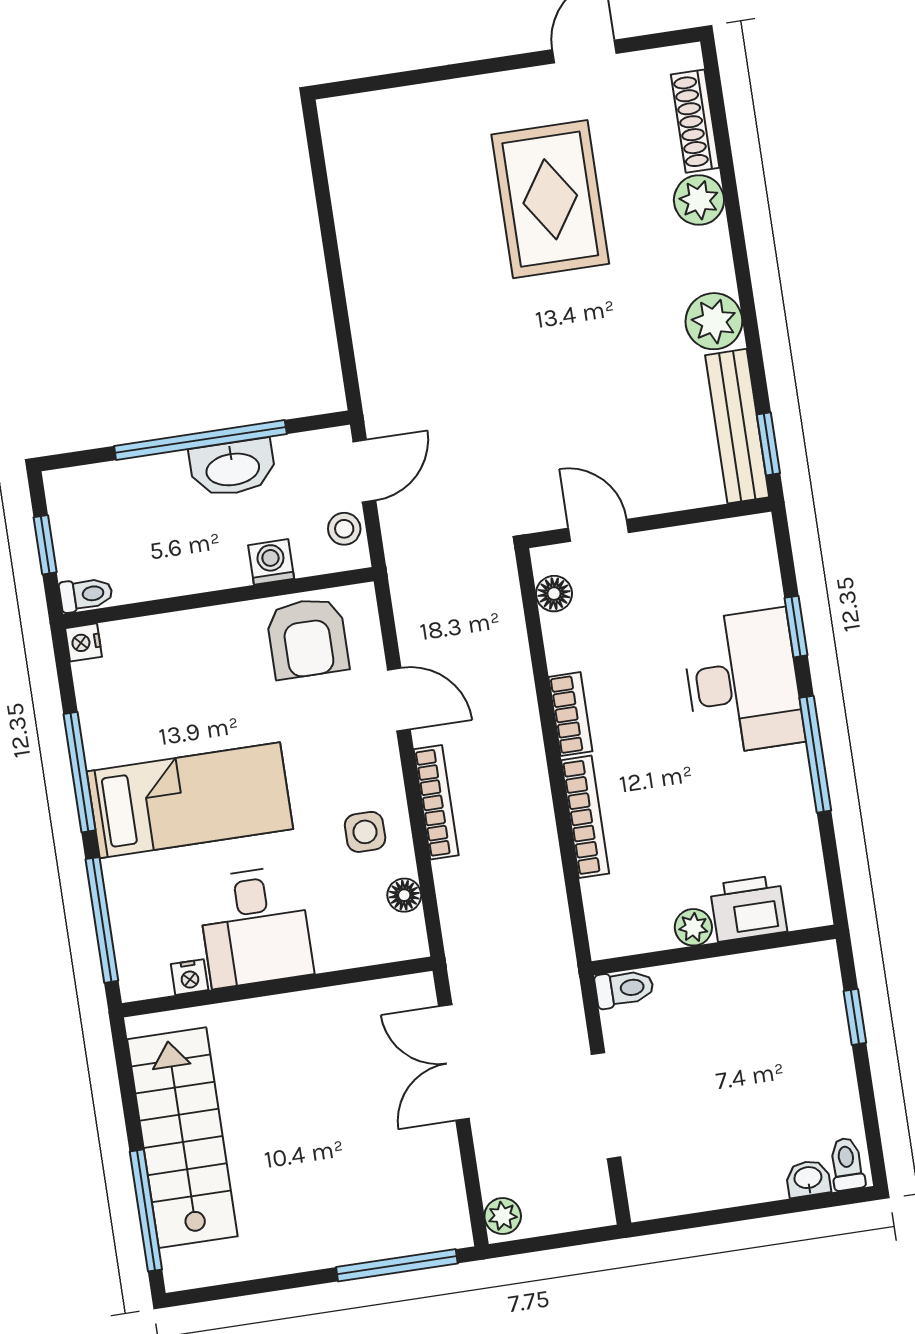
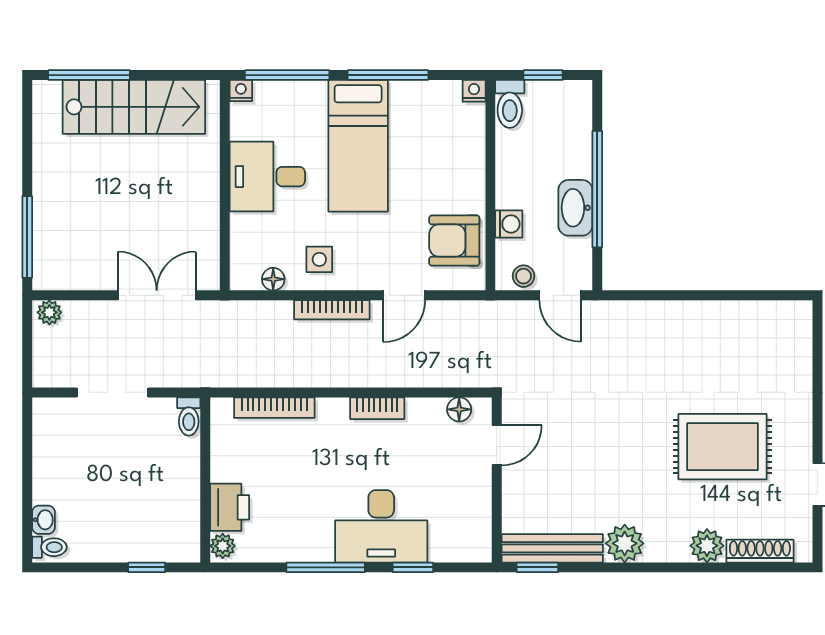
toilet: (86, 594) -> (510, 104), width x1.37, depth x1.39
bookcase: (585, 817) -> (274, 408), moved
plant: (693, 927) -> (223, 546), moved
nightstand: (190, 977) -> (241, 91), moved, turned 90

